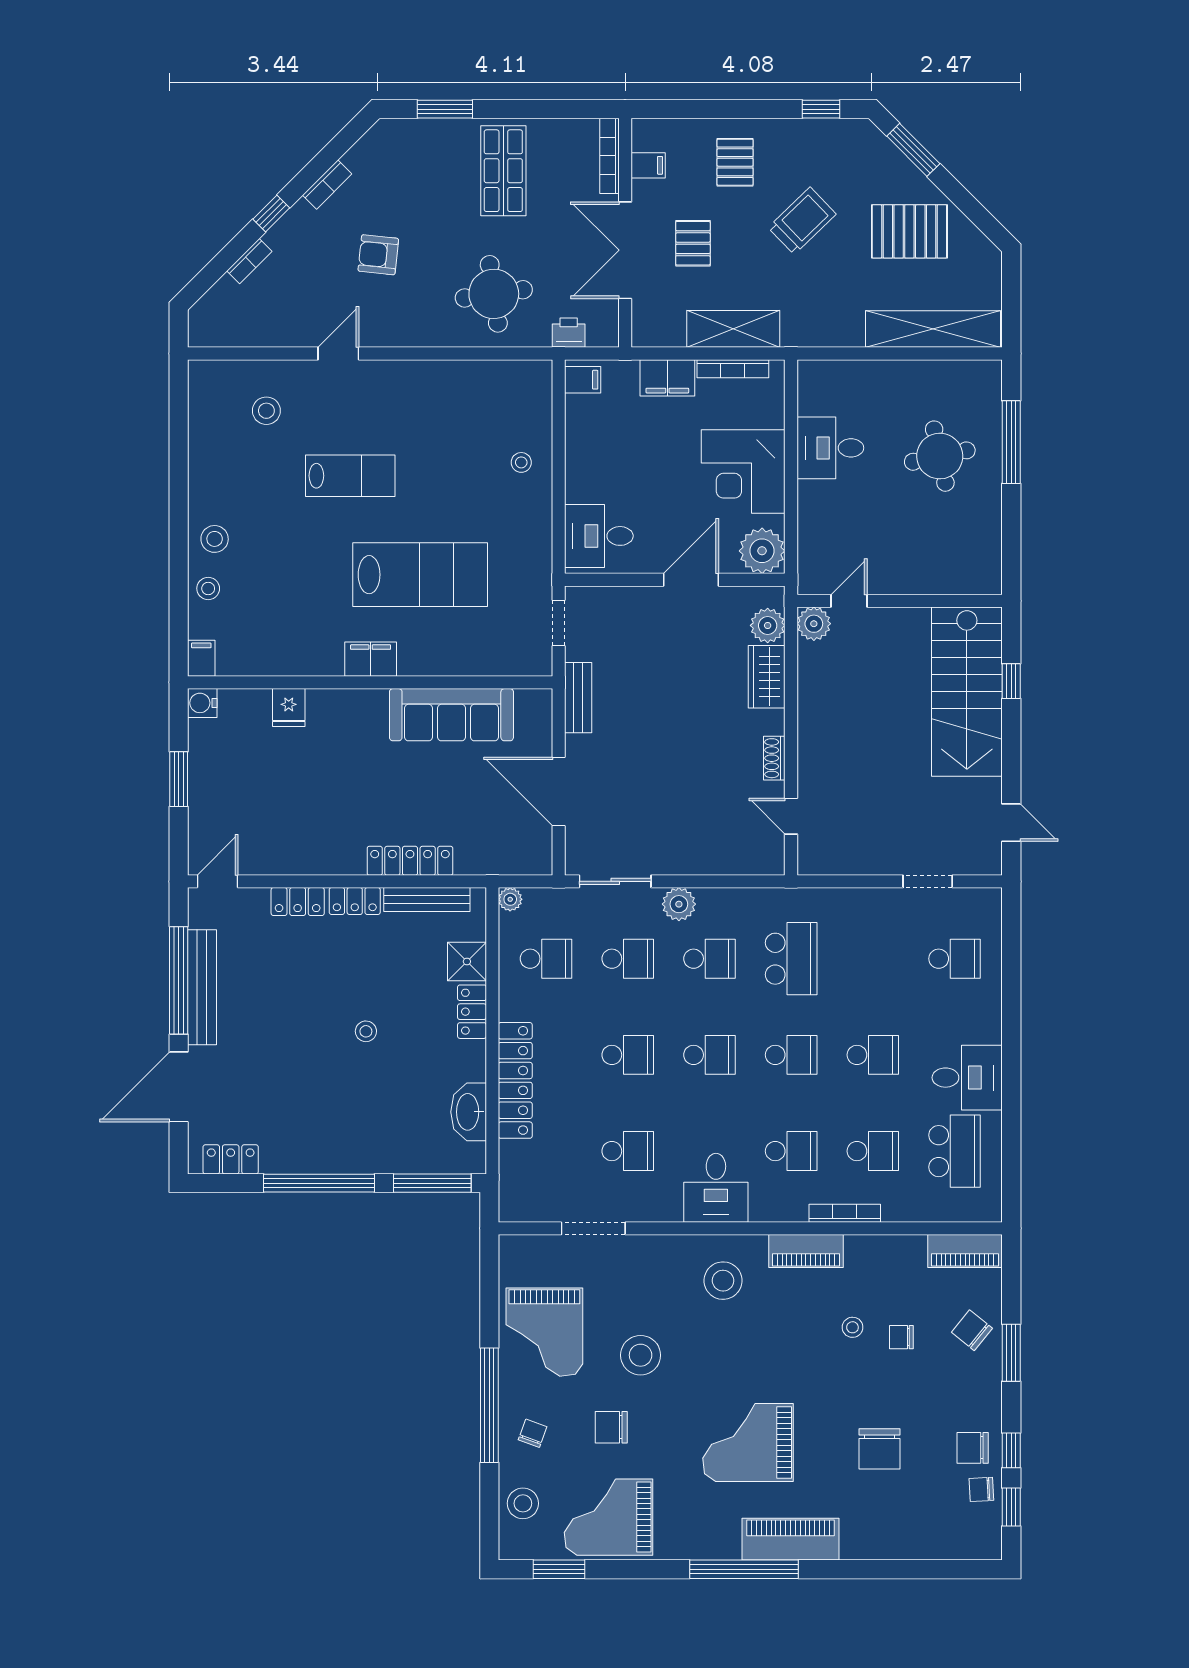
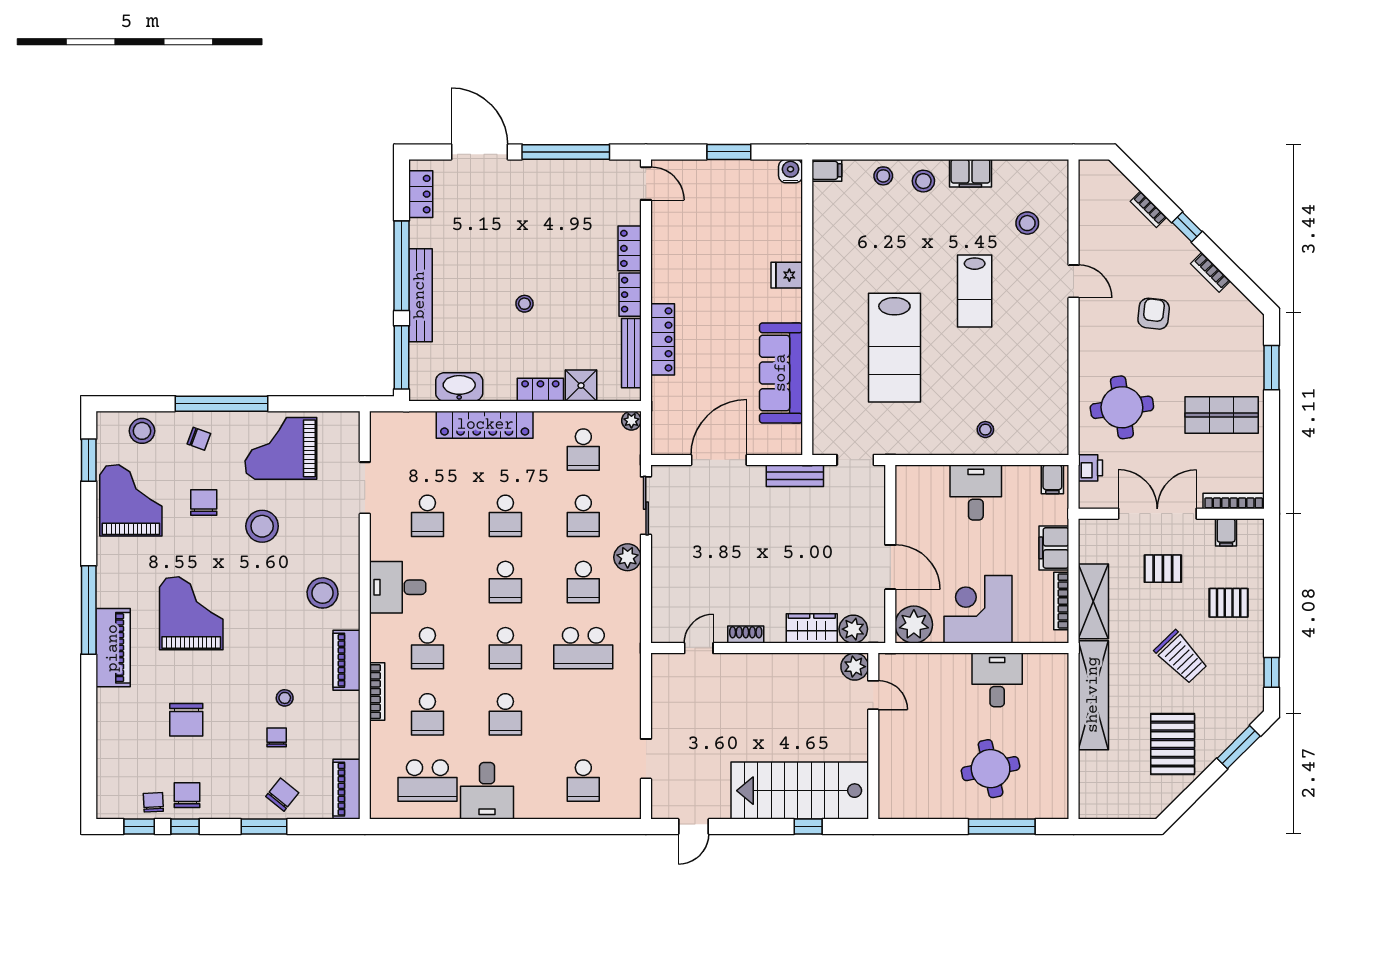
shelving: (933, 329) -> (1093, 695), moved
desk: (599, 536) -> (976, 492), moved
filing cabinet: (371, 659) -> (970, 173), moved, turned 90
fridge: (289, 708) -> (787, 275), moved
bench: (202, 987) -> (420, 295), moved, turned 90
chair: (880, 1449) -> (186, 720), turned -90

